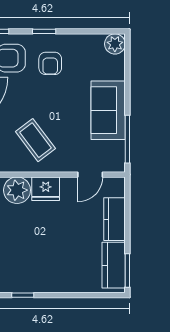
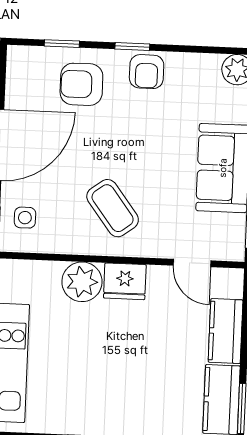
armchair: (50, 63) -> (147, 72), moved
door: (90, 175) -> (192, 263), hinge flipped

